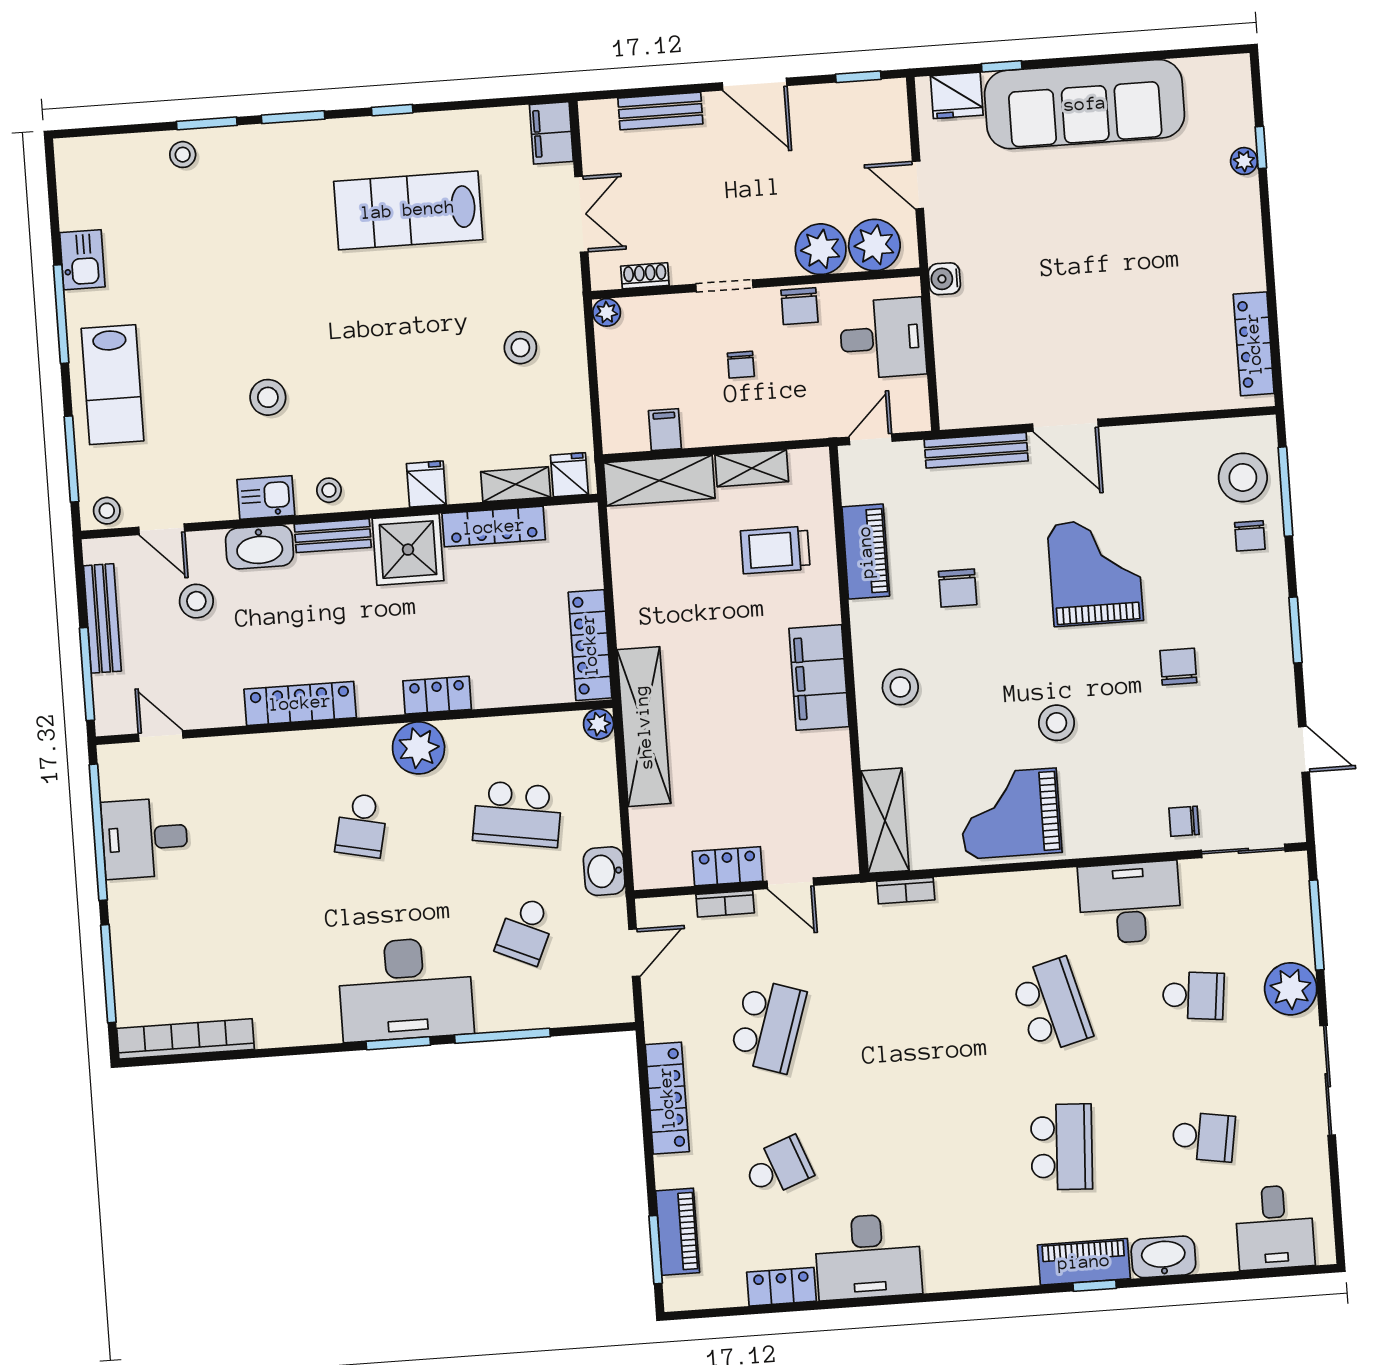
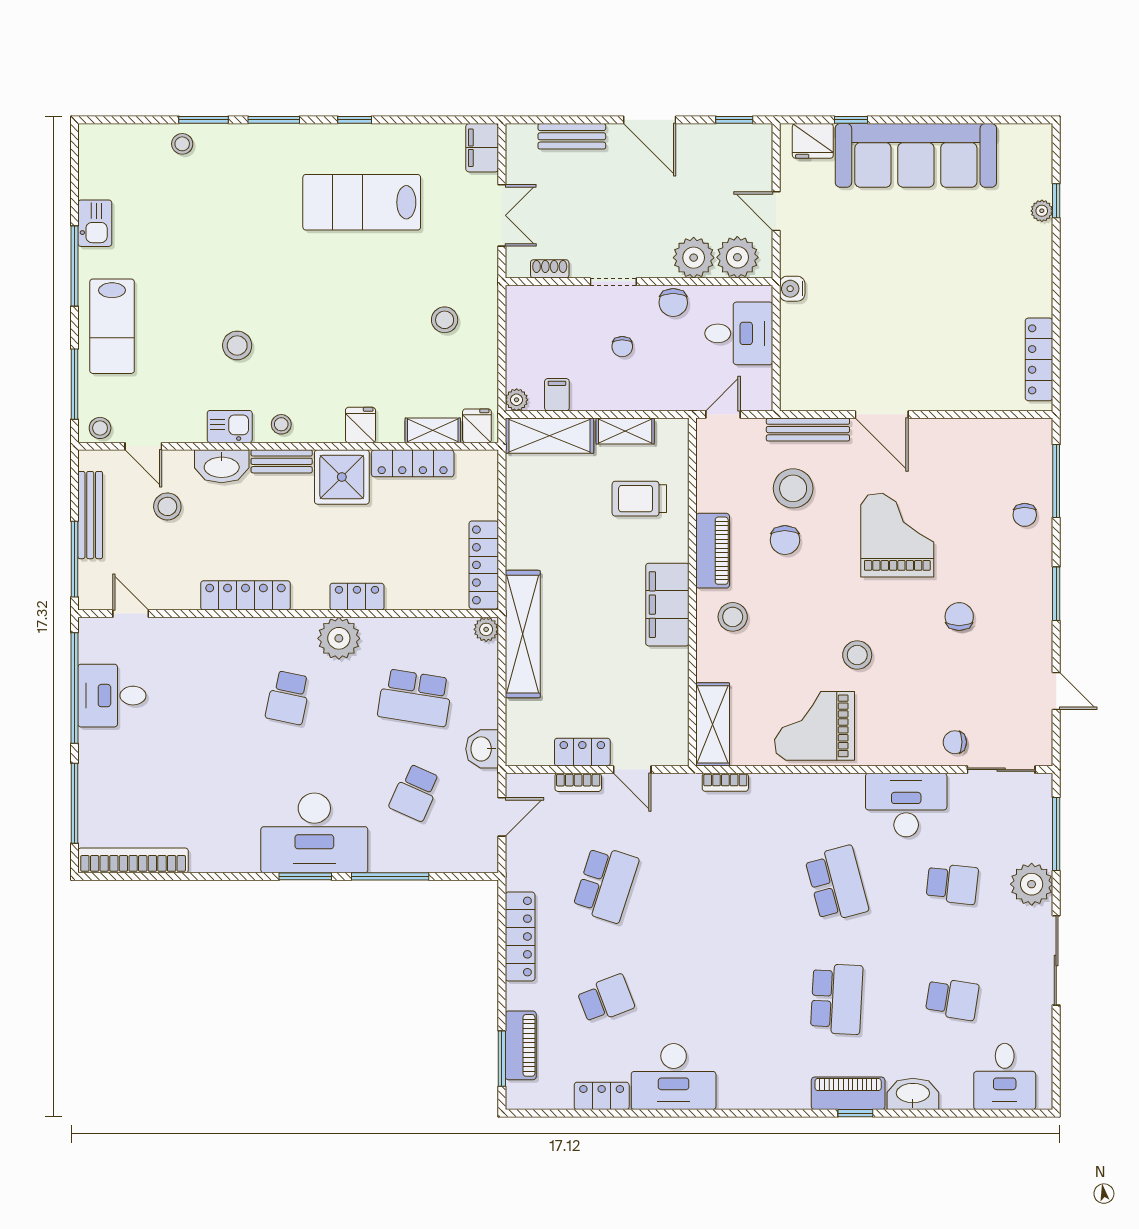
plant: (607, 312) -> (517, 400), moved
stool: (1243, 477) -> (793, 488), moved
piano: (866, 552) -> (713, 551), moved

